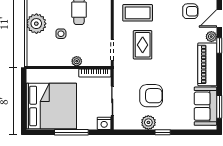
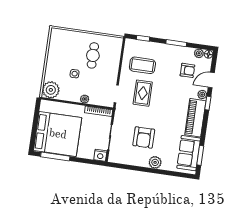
plant: (36, 24) -> (51, 90), moved
armchair: (151, 96) -> (144, 137), turned 90
plant: (148, 122) -> (155, 162), moved
window: (71, 132) -> (55, 157), moved
window: (163, 132) -> (149, 170), removed

